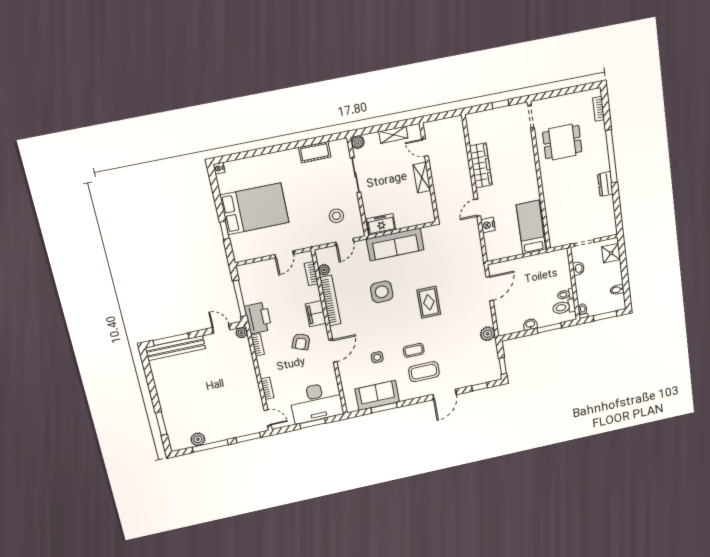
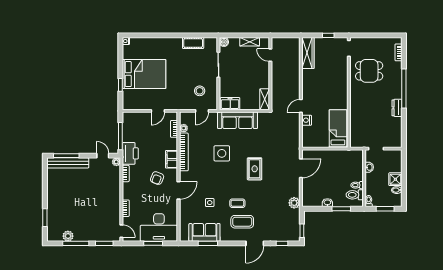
wardrobe: (481, 166) -> (308, 53), moved
shelving: (422, 178) -> (265, 99), moved
shower: (611, 253) -> (395, 179), moved

